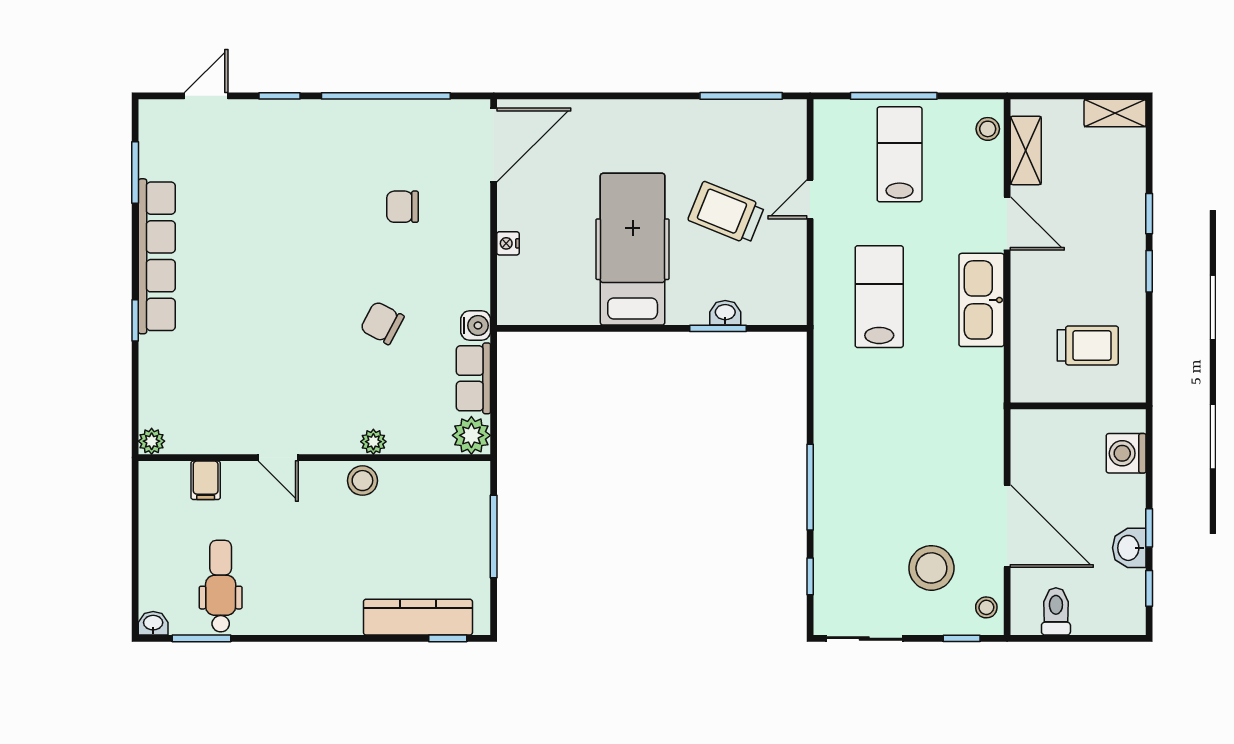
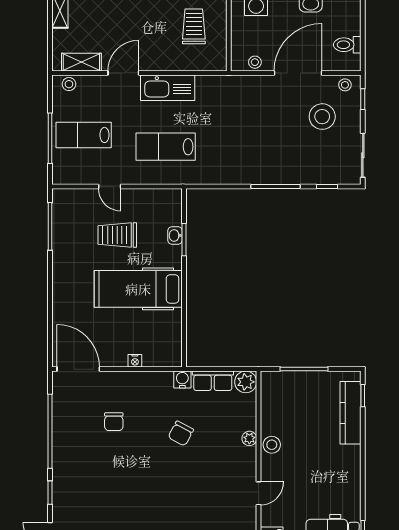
trolley: (726, 213) -> (117, 235), turned 68
stool: (1026, 451) -> (255, 62), added

